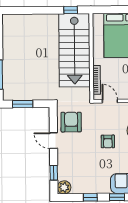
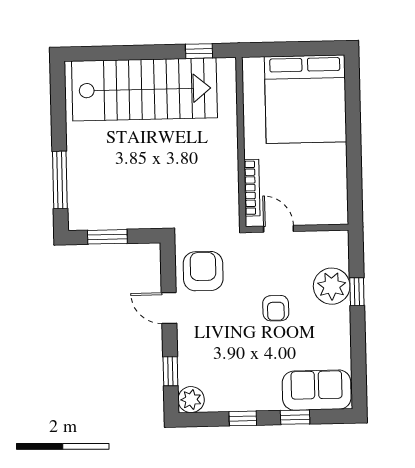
stairs: (74, 50) -> (144, 89), moved, turned -90

